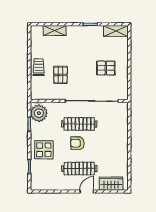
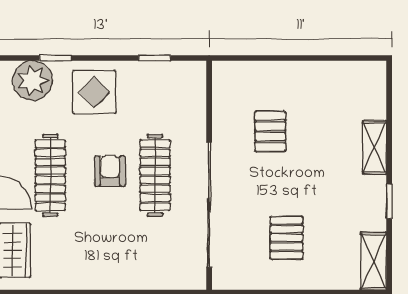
shelving: (55, 30) -> (375, 148), moved
trolley: (39, 67) -> (289, 80), removed
pallet: (61, 75) -> (270, 131), turned 90
plant: (39, 113) -> (32, 81), moved

